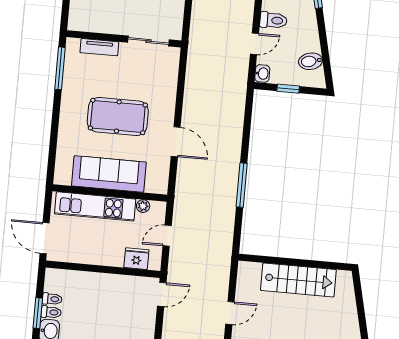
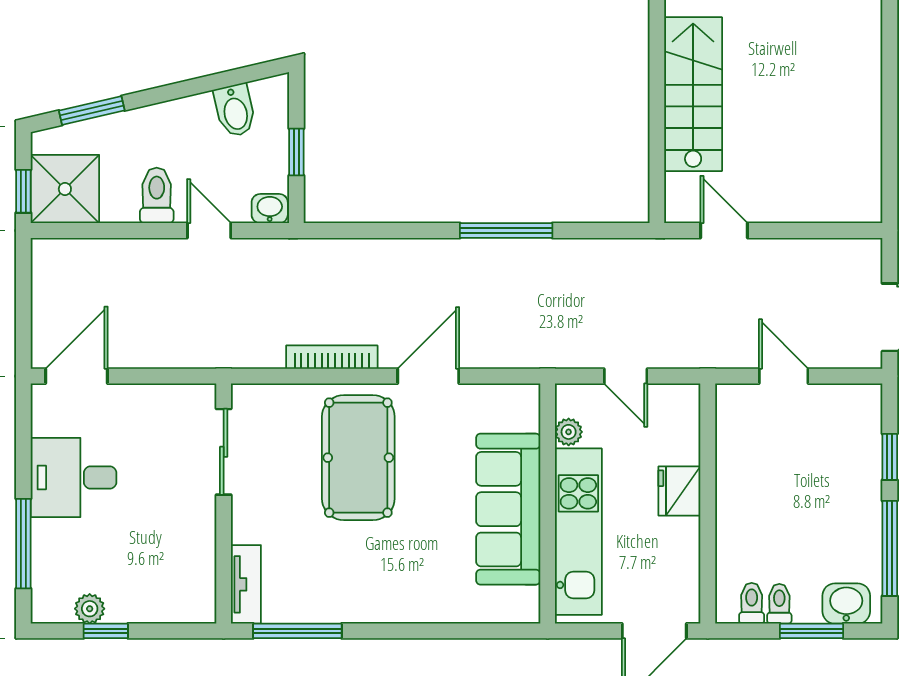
tv unit: (99, 47) -> (246, 584), moved
bookcase: (189, 97) -> (332, 357), added
pool table: (118, 116) -> (358, 458), moved
fridge: (136, 259) -> (679, 491), moved
door: (162, 294) -> (784, 376), moved
toilet: (51, 312) -> (752, 603), moved
door: (230, 313) -> (724, 231), moved

